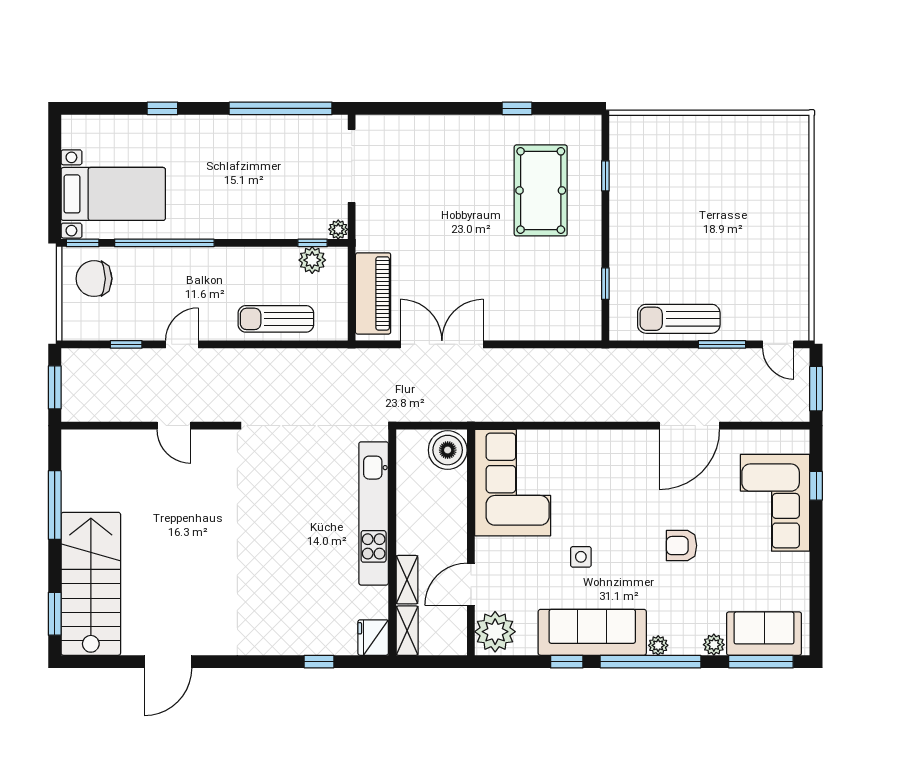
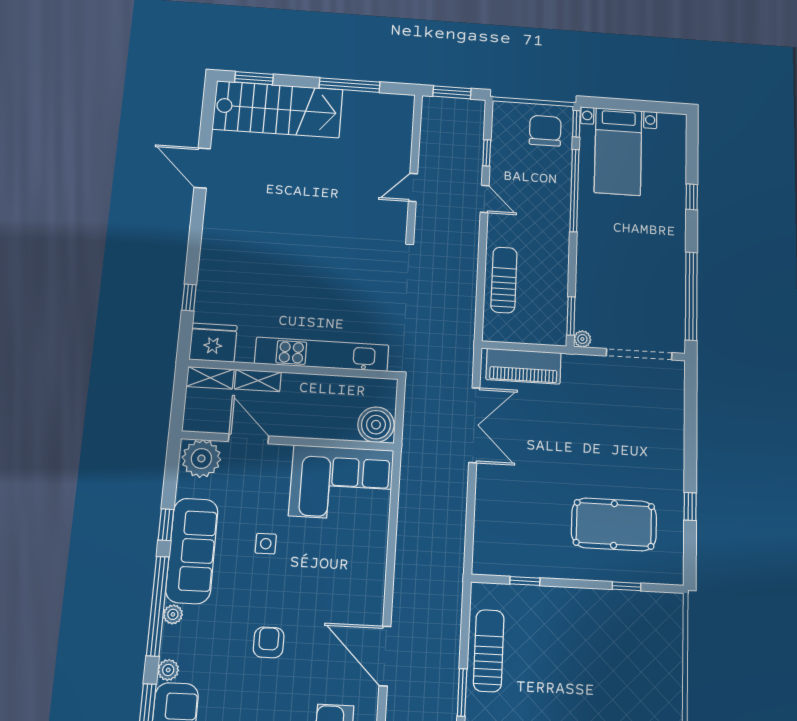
window: (313, 243) -> (571, 316), width x1.50
plant: (312, 260) -> (556, 315), removed
fridge: (373, 638) -> (213, 343), width x1.36, depth x1.34

